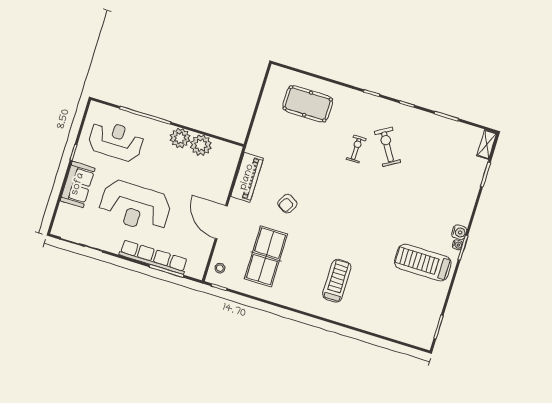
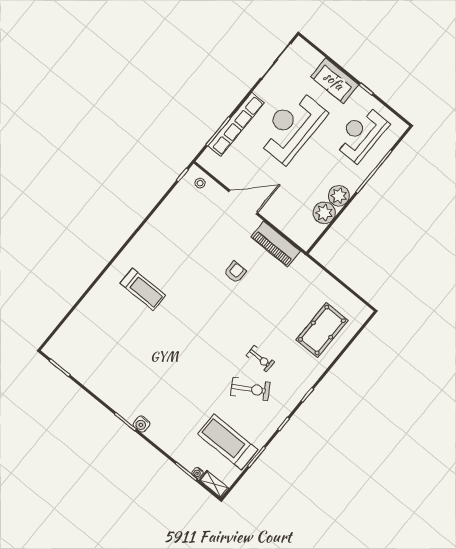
reception desk: (116, 141) -> (361, 134), turned 180
armchair: (287, 204) -> (235, 272), turned 60
water cooler: (458, 245) -> (198, 473), moved
table tennis table: (266, 256) -> (193, 231), removed
treadmill: (423, 263) -> (228, 442), moved, turned -90

